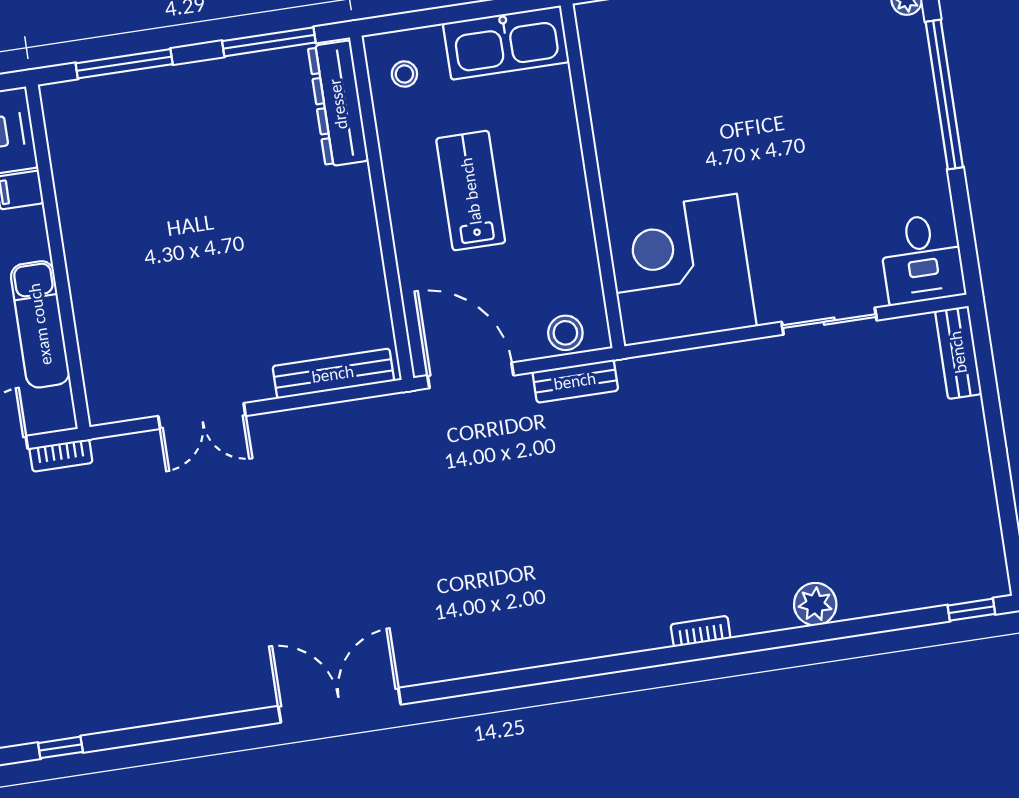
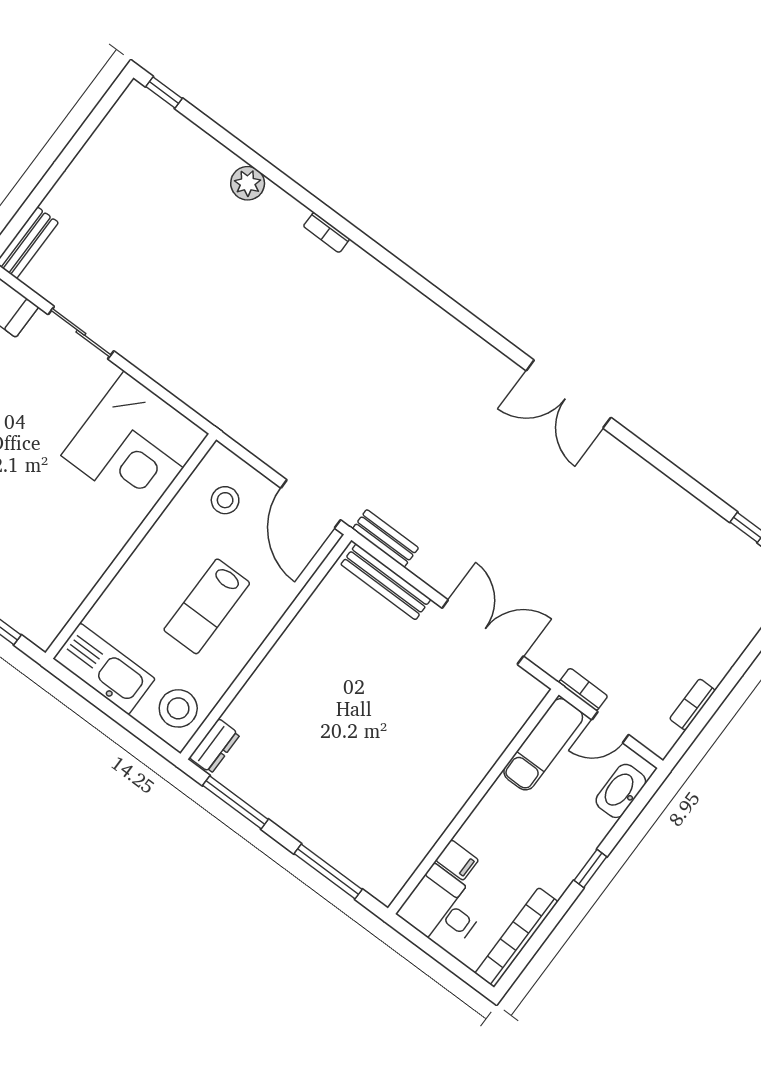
stool: (404, 74) -> (178, 708), width x1.89, depth x1.89
dresser: (338, 104) -> (215, 746), width x0.51, depth x0.80
exam couch: (40, 324) -> (543, 744), moved
stool: (565, 333) -> (225, 500), moved
bench: (575, 381) -> (385, 538), moved
double door: (202, 416) -> (483, 632), width x1.37

